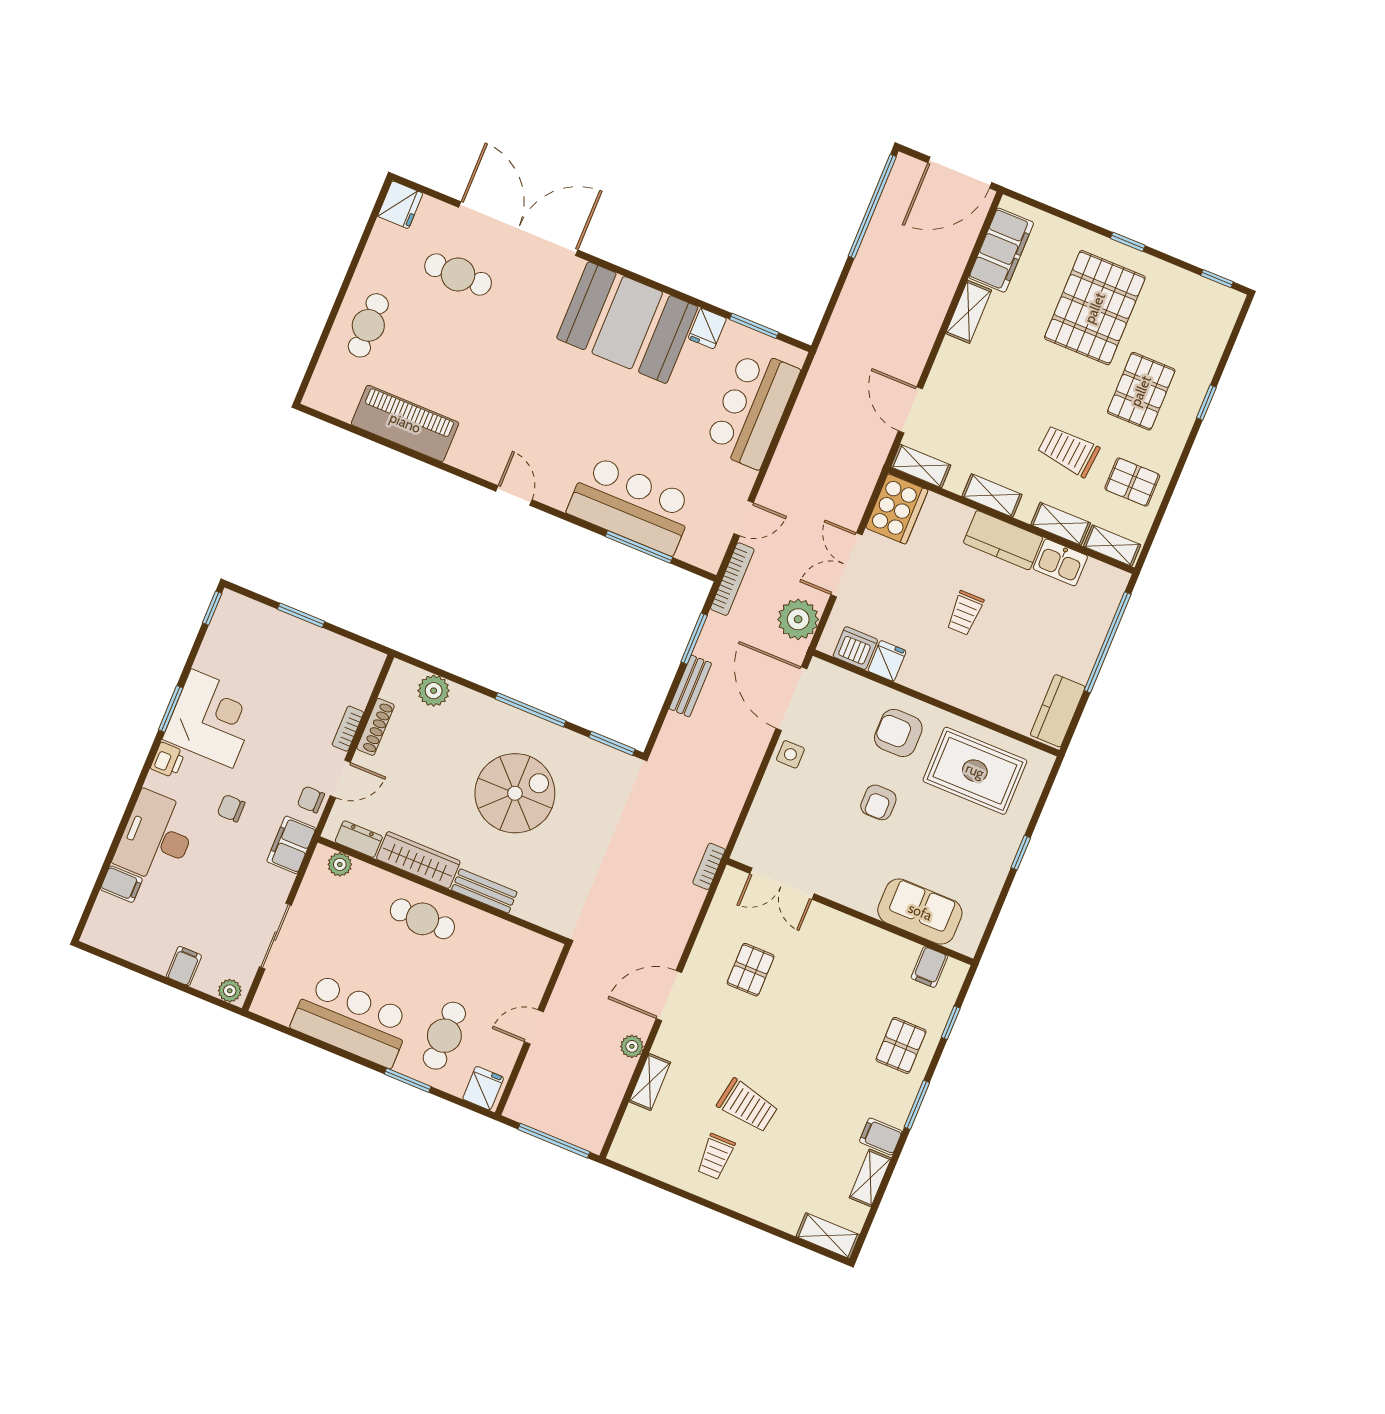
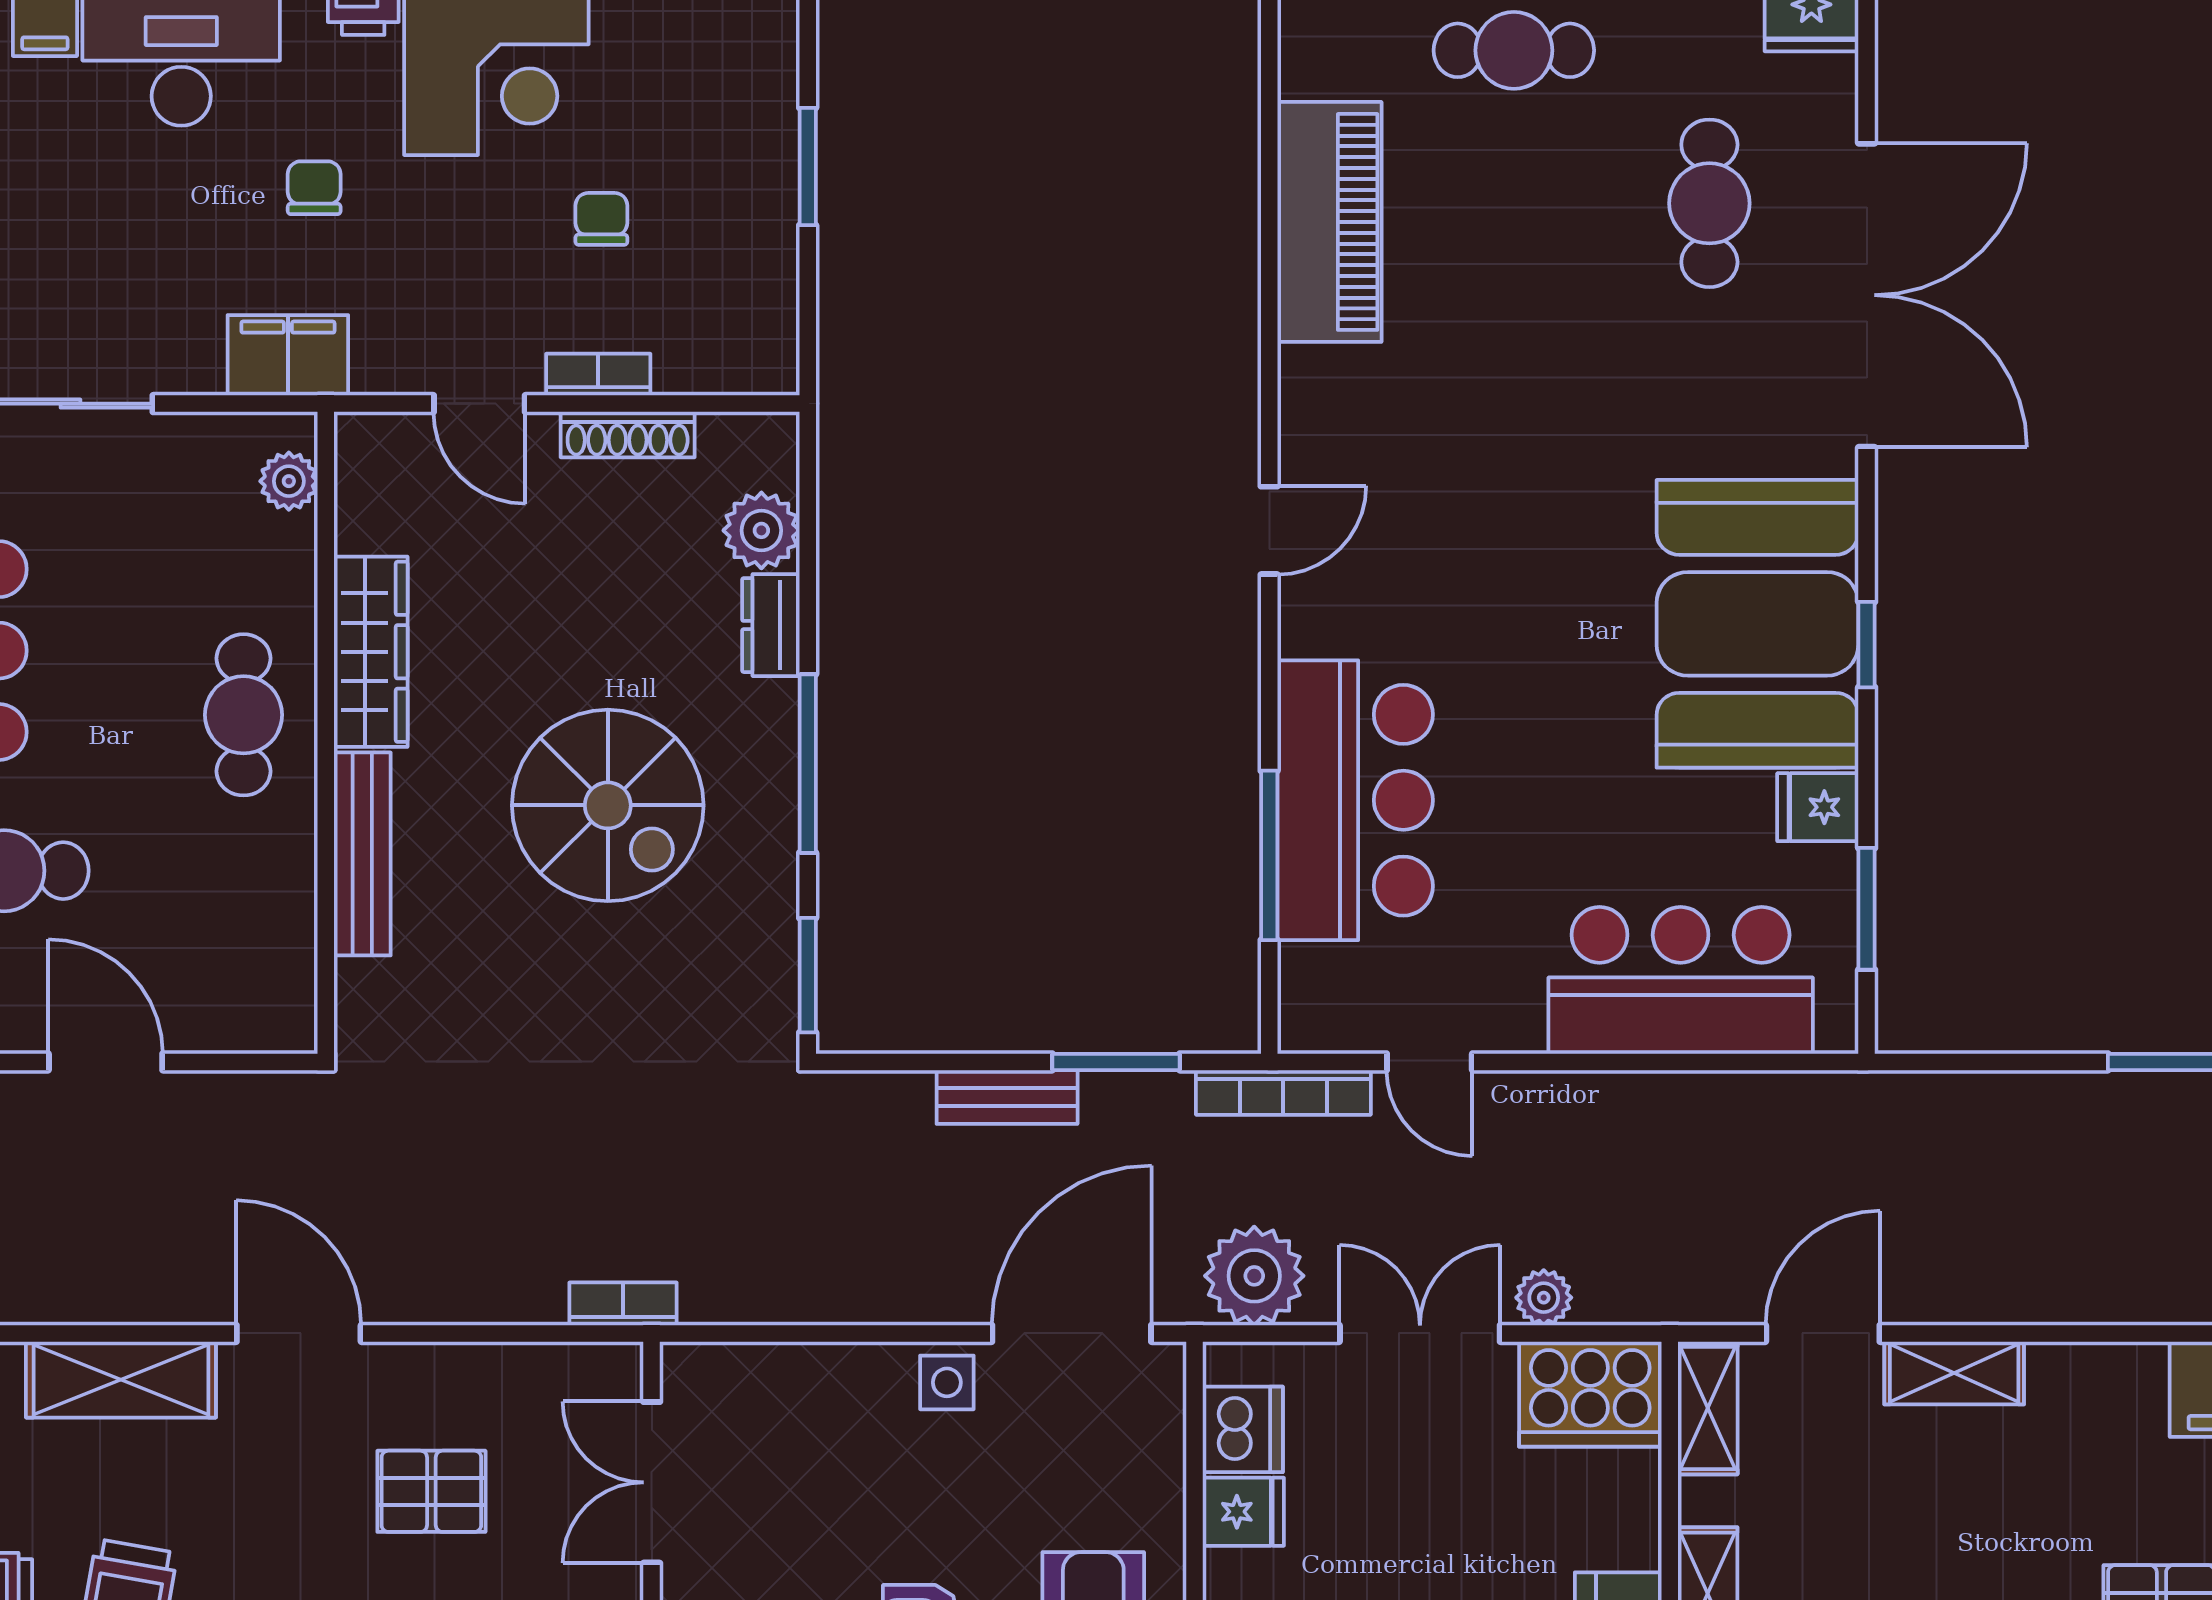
window: (652, 284) -> (1867, 645), added
shelving: (969, 312) -> (1954, 1373), moved
chair: (311, 800) -> (601, 219), moved
dresser: (359, 839) -> (771, 625), moved, turned 180
bench: (484, 891) -> (362, 854), width x1.36
door: (534, 1027) -> (106, 1062), width x1.38
plant: (632, 1046) -> (1544, 1298), moved
shelving: (650, 1082) -> (121, 1380), width x1.50, depth x1.33

